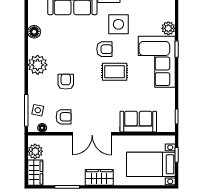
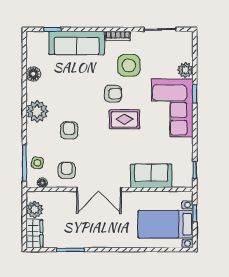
armchair: (64, 117) -> (67, 170), turned -90
wardrobe: (99, 177) -> (107, 239), removed

